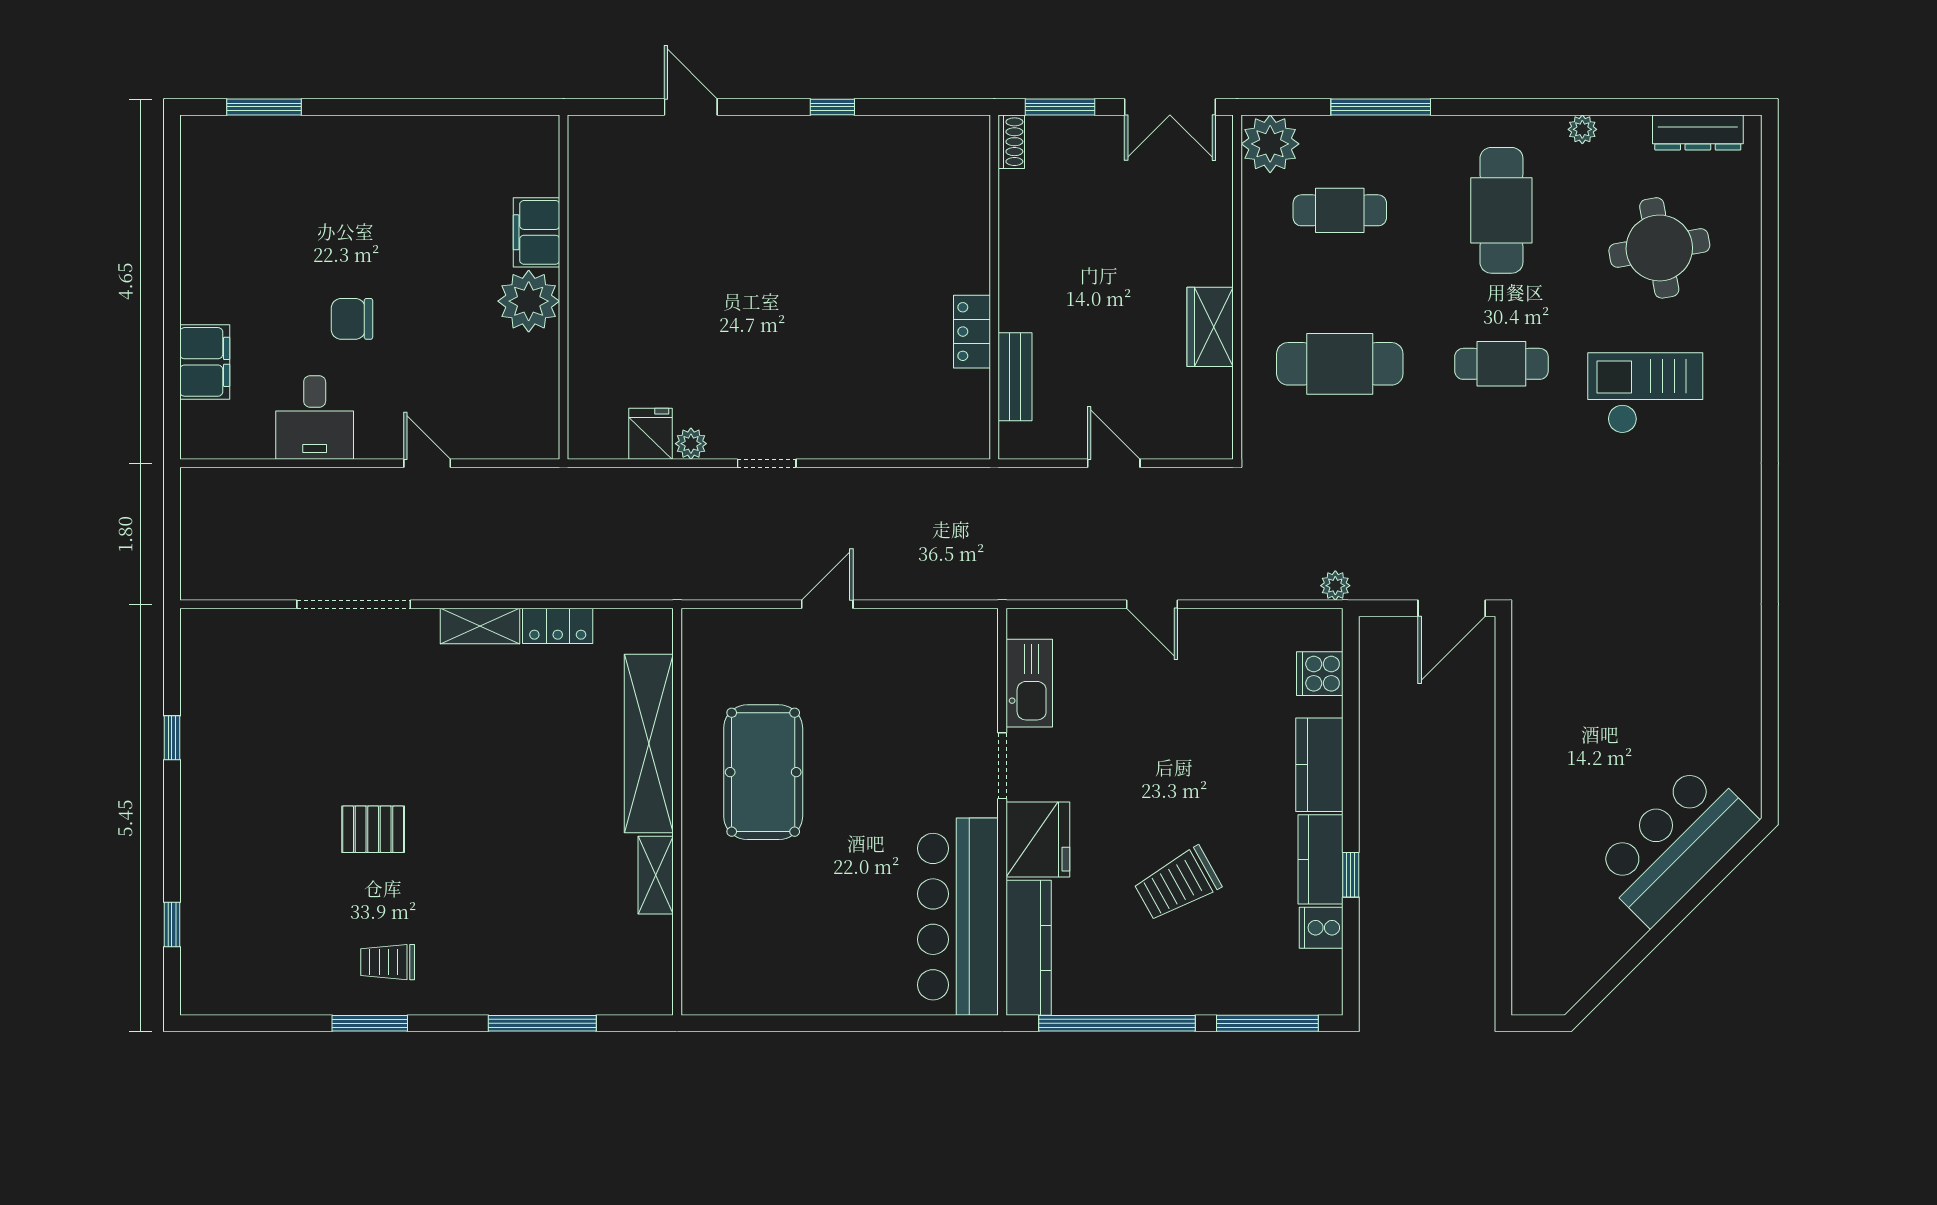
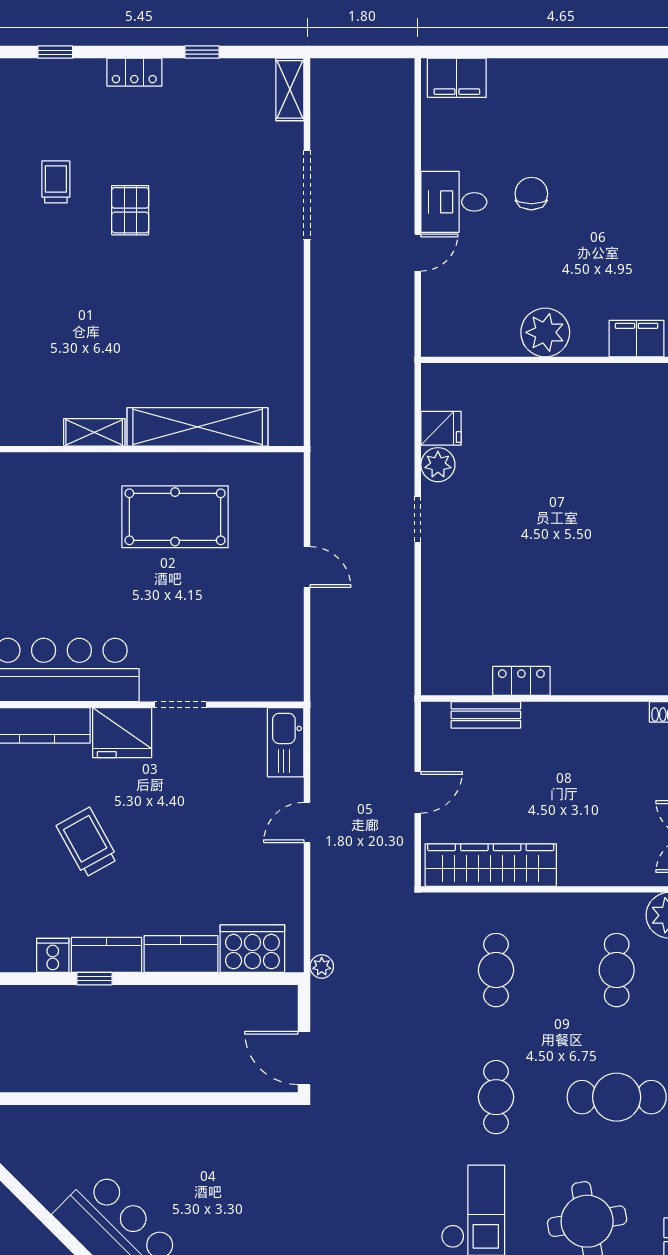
filing cabinet: (536, 232) -> (636, 339), moved
wardrobe: (1210, 327) -> (491, 865), width x2.10, depth x1.17
filing cabinet: (205, 362) -> (457, 78), moved
cafe table: (1340, 364) -> (496, 970), width x0.73, depth x0.74
desk: (315, 417) -> (454, 202), moved
plant: (691, 444) -> (438, 465), width x1.38, depth x1.38
shelving: (480, 626) -> (290, 89), moved
locker: (558, 626) -> (134, 72), moved, turned -90
cooker: (1320, 674) -> (252, 949), width x1.87, depth x1.31
kitchen sink: (1029, 683) -> (286, 742), moved, turned 90
trolley: (388, 962) -> (56, 182), moved

